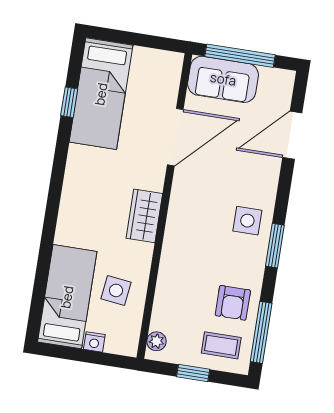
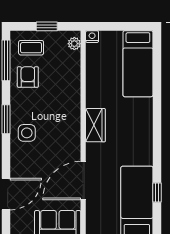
side table: (116, 290) -> (106, 73), removed
nightstand: (94, 342) -> (92, 37), moved

